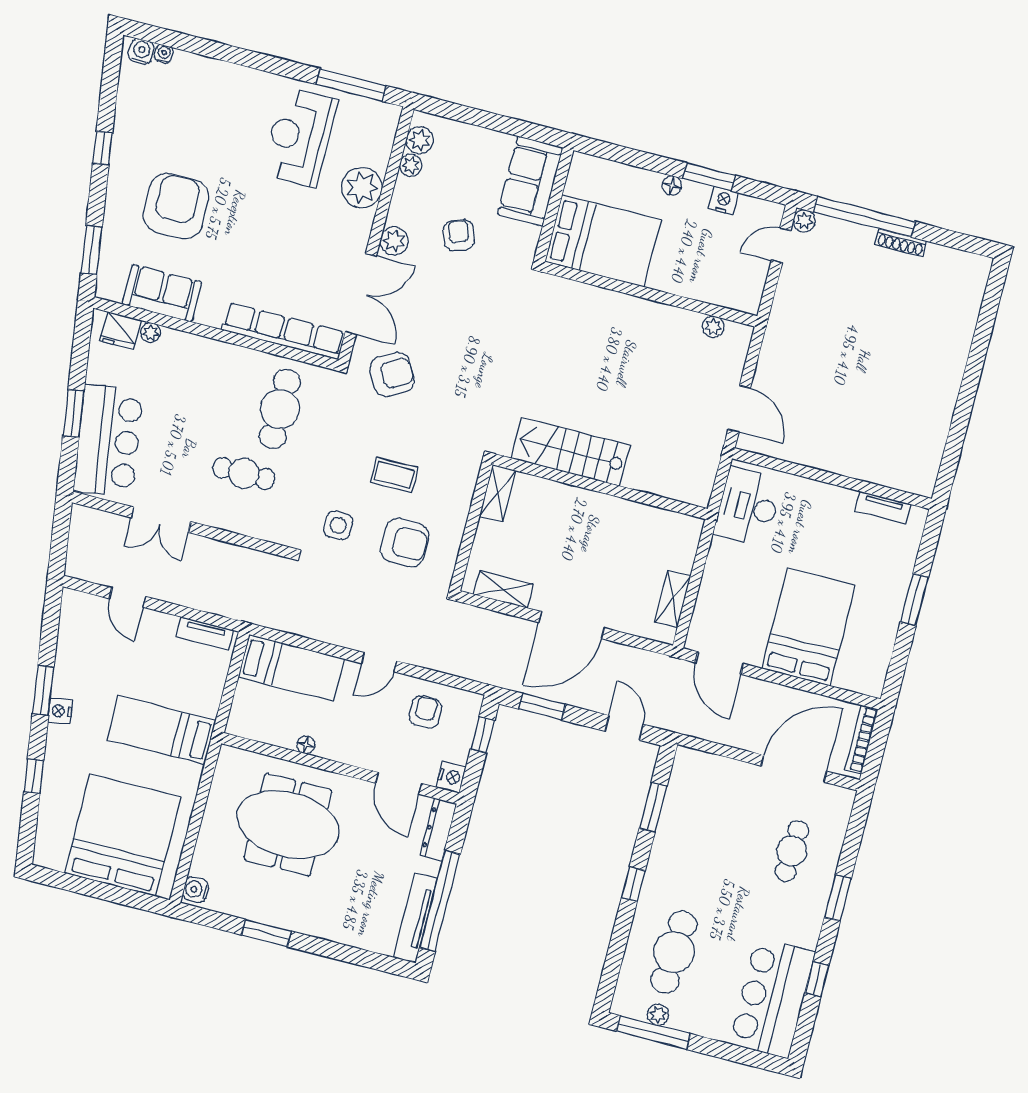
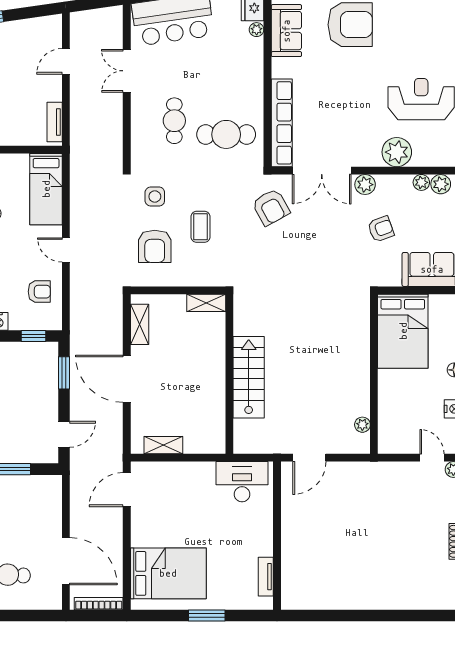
stairs: (570, 452) -> (249, 377), moved
bed: (809, 627) -> (168, 573), moved

